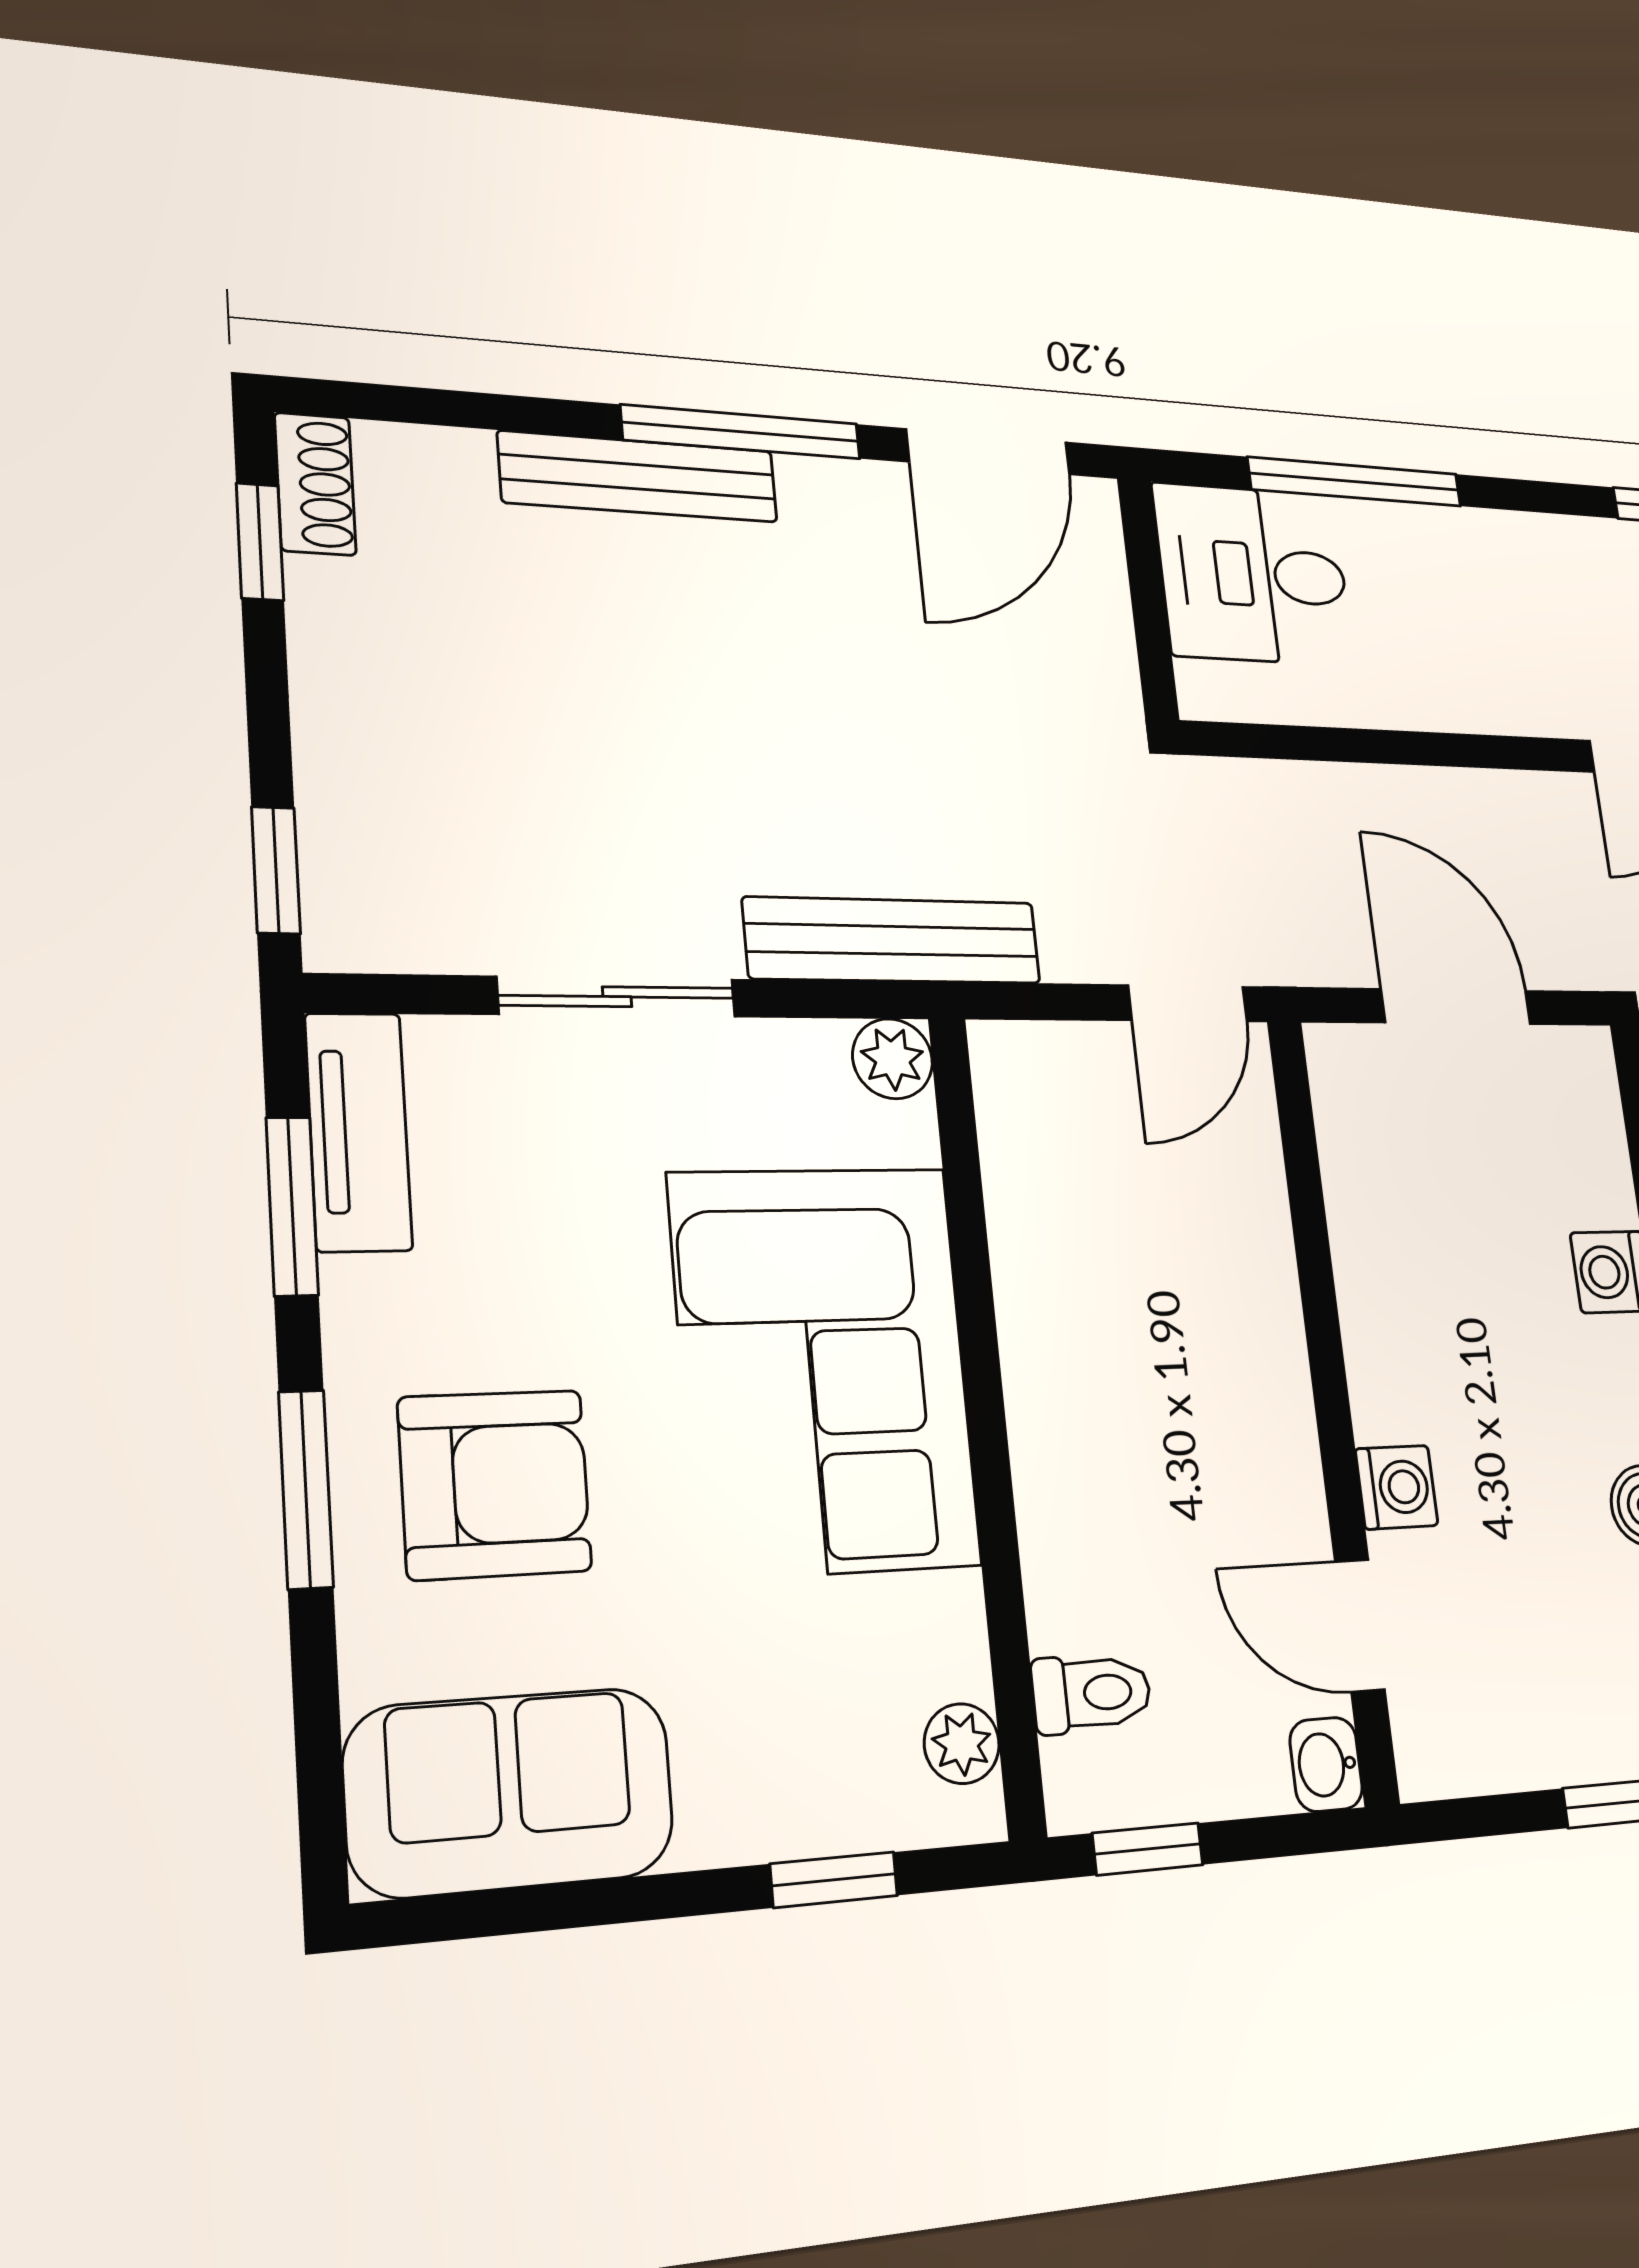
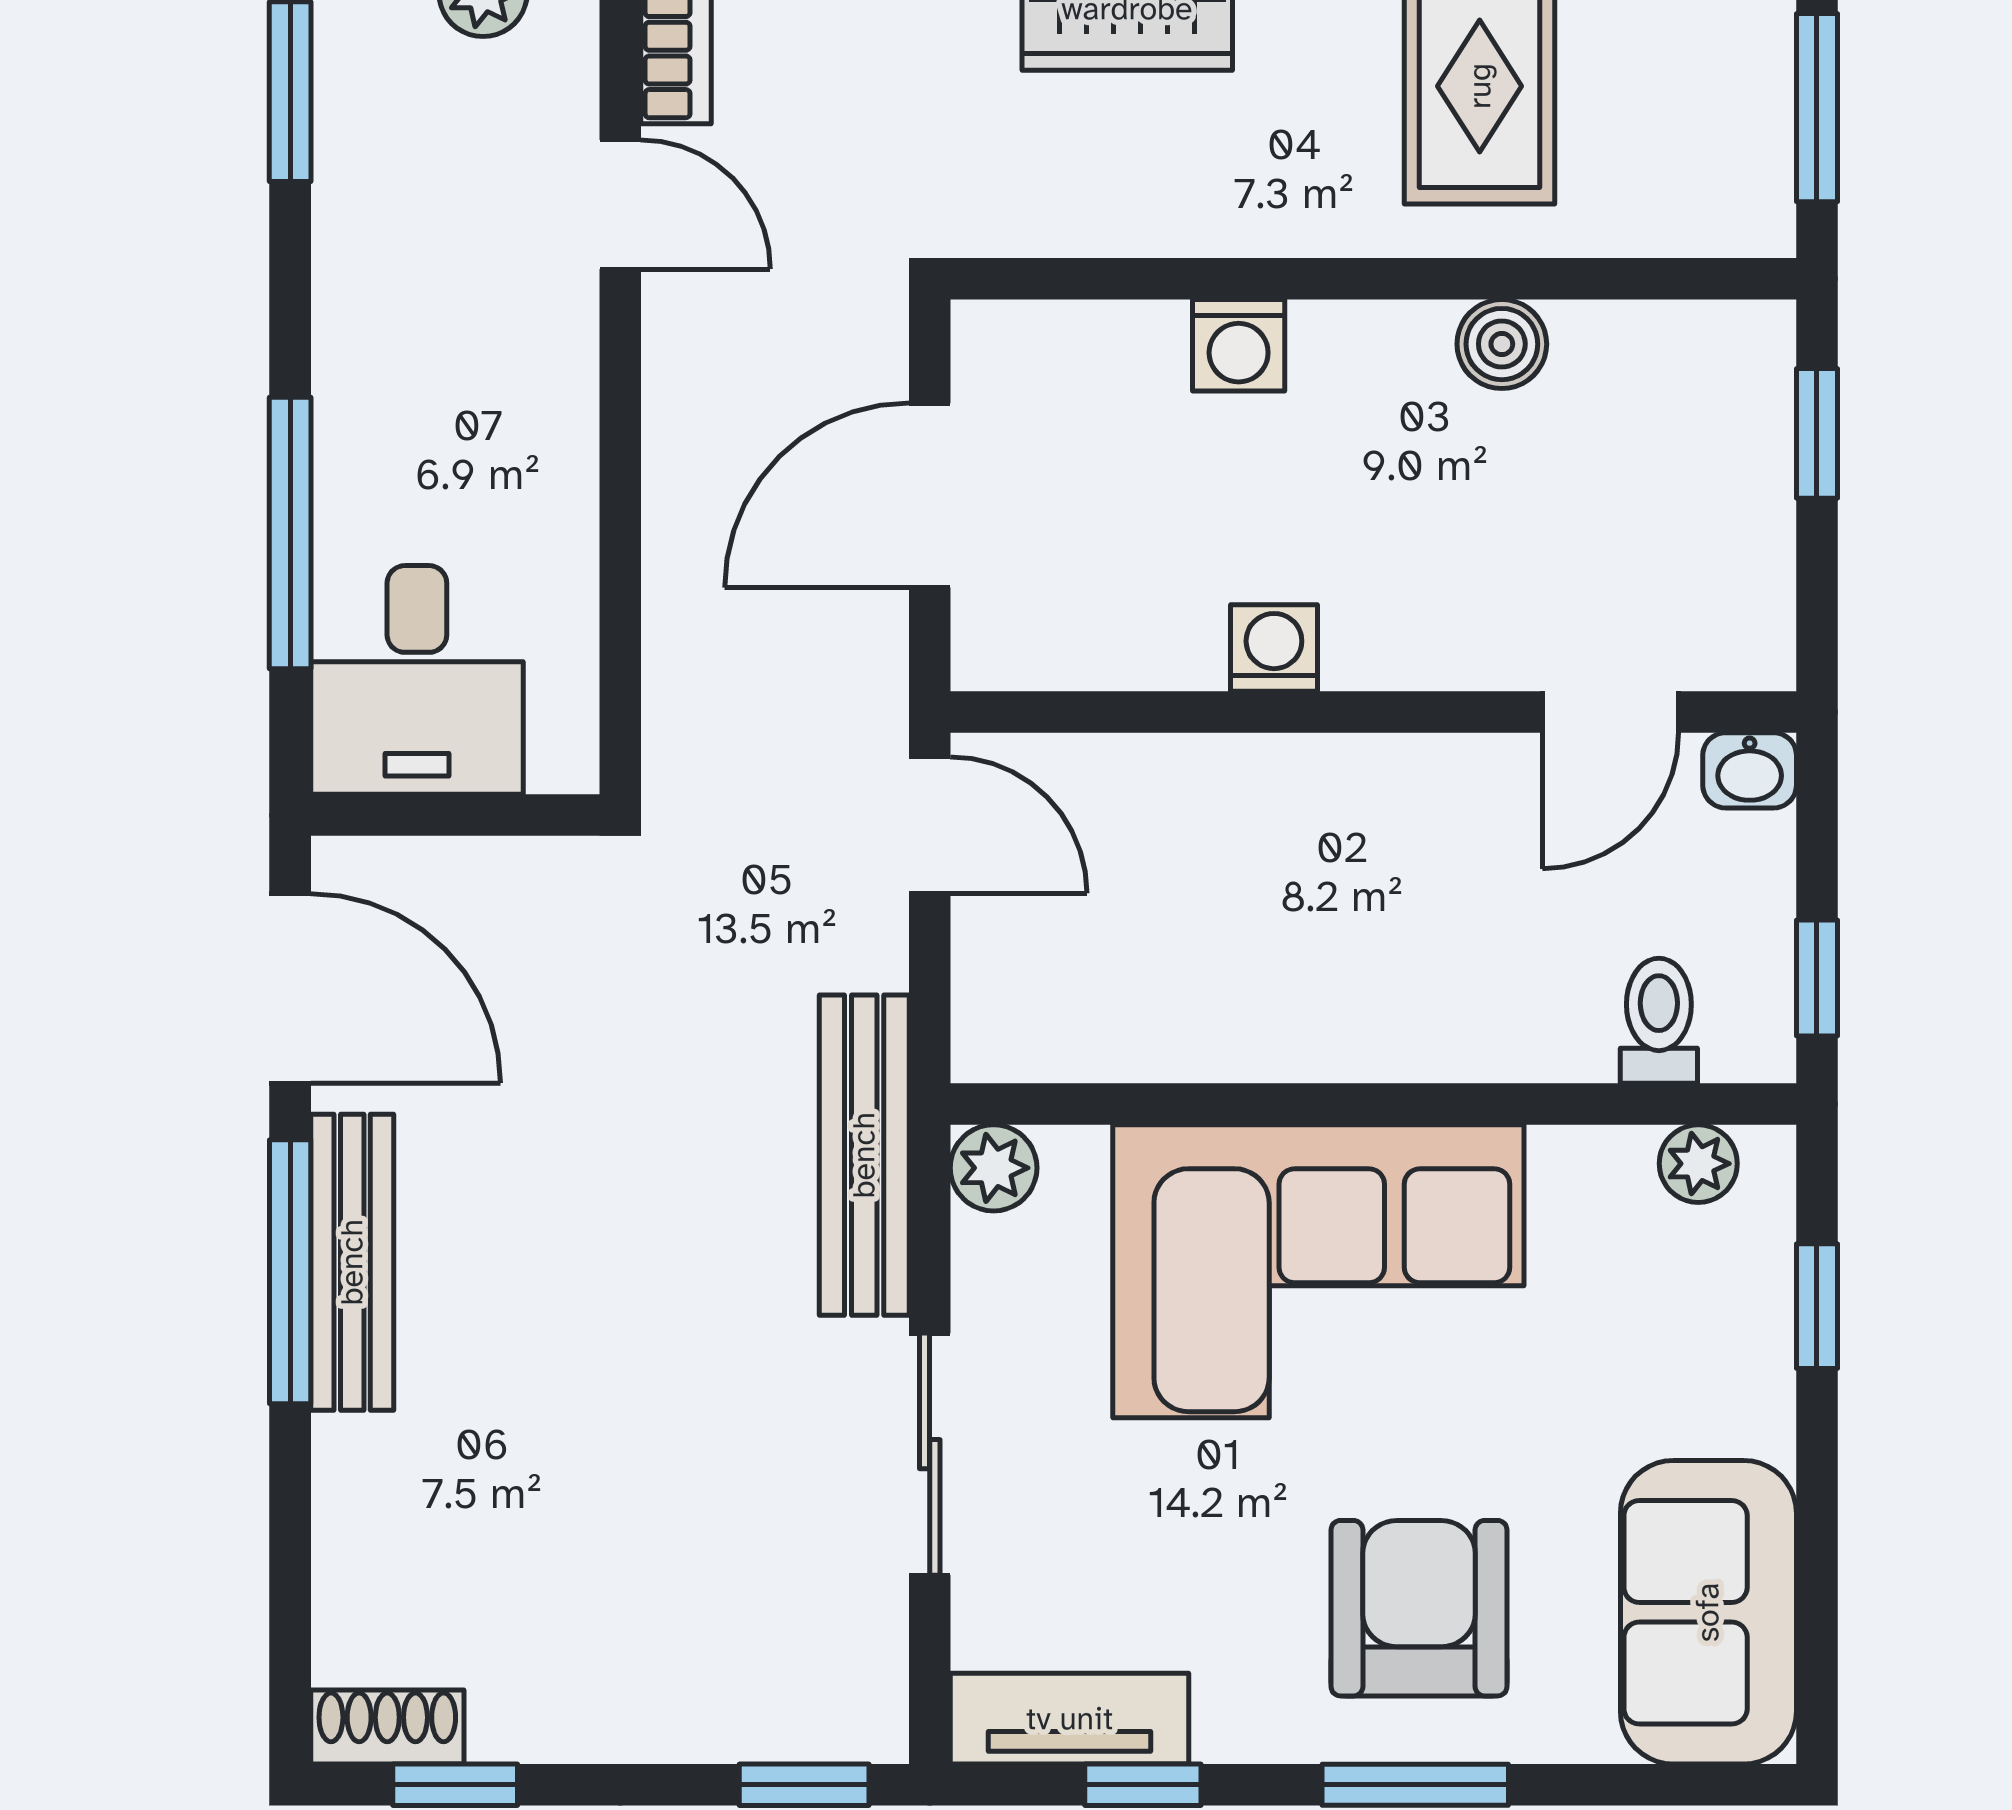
bench: (639, 477) -> (352, 1262), moved
window: (292, 1206) -> (1143, 1785), width x0.67
washing machine: (1397, 1487) -> (1274, 648), moved

